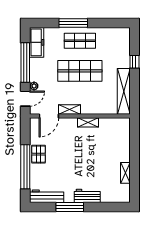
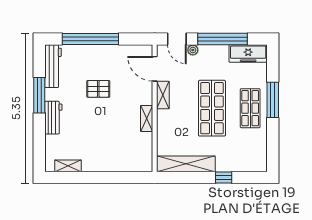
pallet: (38, 154) -> (98, 89), moved
shelving: (125, 173) -> (68, 166), moved

